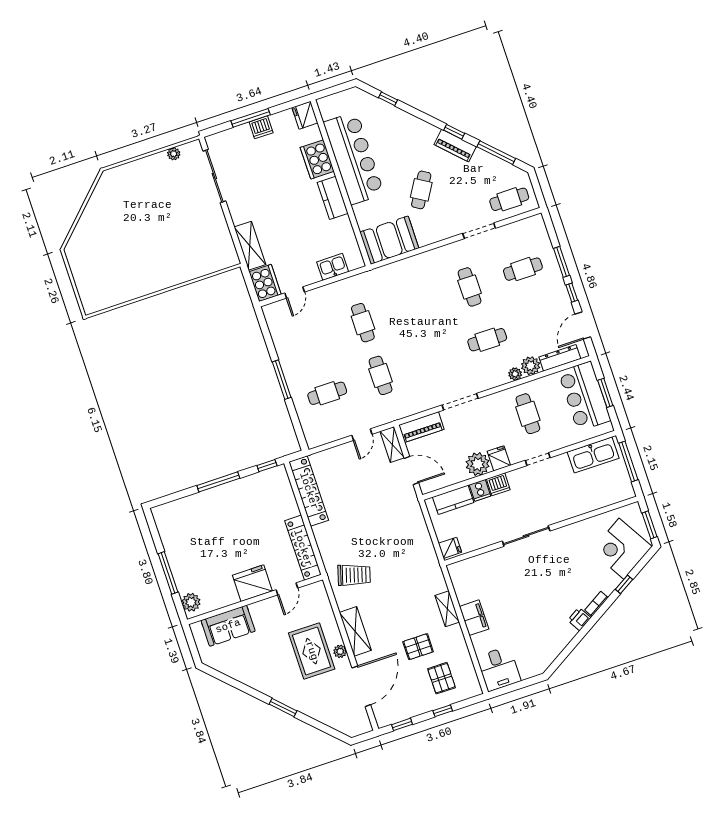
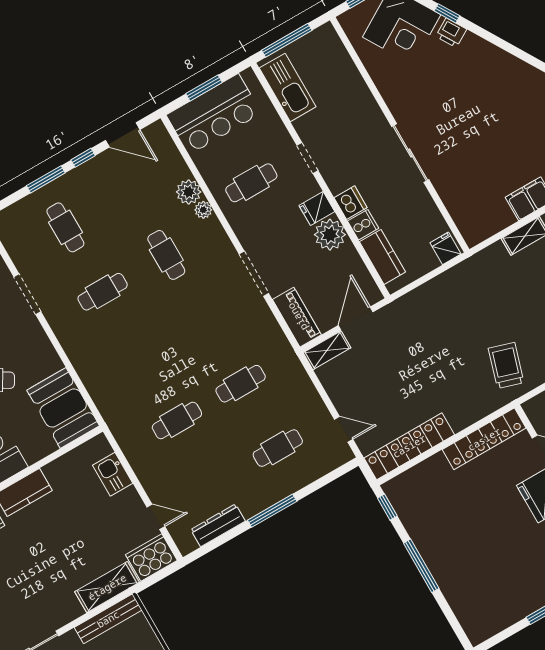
bench: (226, 242) -> (108, 619), added
dresser: (560, 358) -> (218, 525), moved, turned 90
cafe table: (327, 393) -> (278, 448), turned 90
door: (362, 435) -> (344, 429), moved
bookcase: (597, 604) -> (480, 44), removed
printer: (579, 619) -> (451, 33), moved

